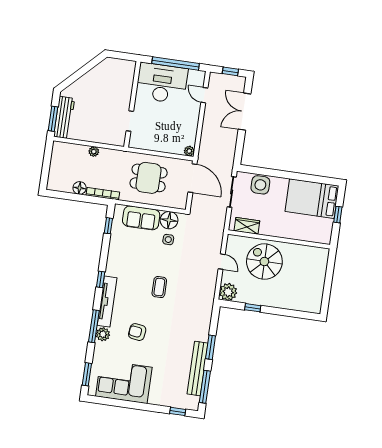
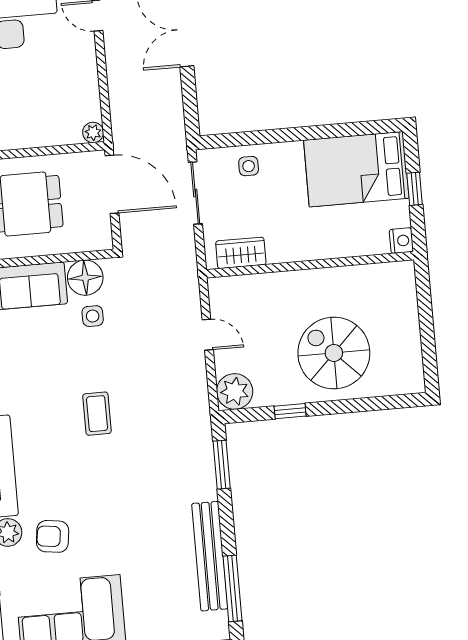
side table: (260, 185) -> (249, 166), width x0.54, depth x0.54
nightstand: (326, 238) -> (401, 241), added
spiral stairs: (264, 262) -> (334, 353), moved
armchair: (137, 332) -> (53, 536), moved
window: (211, 347) -> (222, 465), moved

